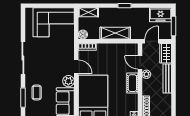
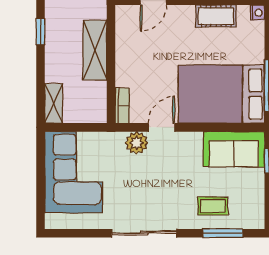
boiler: (83, 35) -> (98, 114), removed
plant: (68, 81) -> (137, 143), moved
cot: (132, 83) -> (216, 16), moved

